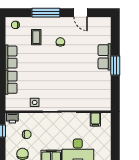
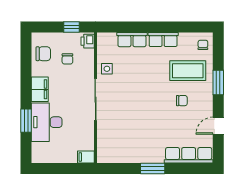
window: (46, 13) -> (218, 83), width x0.69
coffee table: (36, 37) -> (188, 71), width x1.86, depth x1.72
row of seats: (105, 57) -> (189, 155), moved, width x1.48
filing cabinet: (95, 119) -> (86, 157), moved

